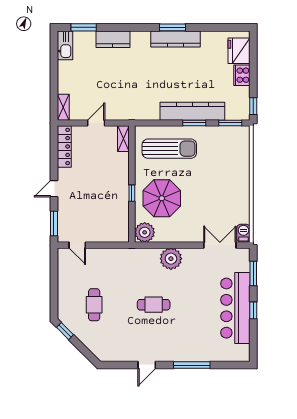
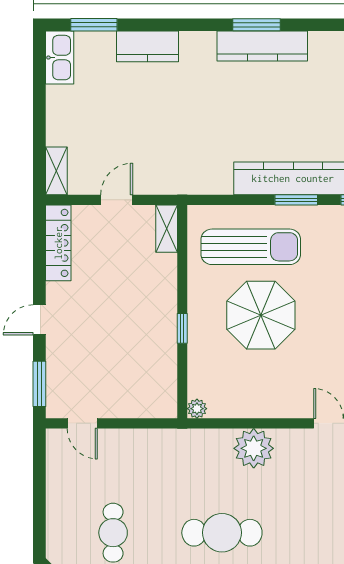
parasol: (162, 198) -> (261, 315), moved
plant: (145, 232) -> (197, 409), width x0.53, depth x0.53
cafe table: (154, 305) -> (222, 533), width x1.37, depth x1.35

